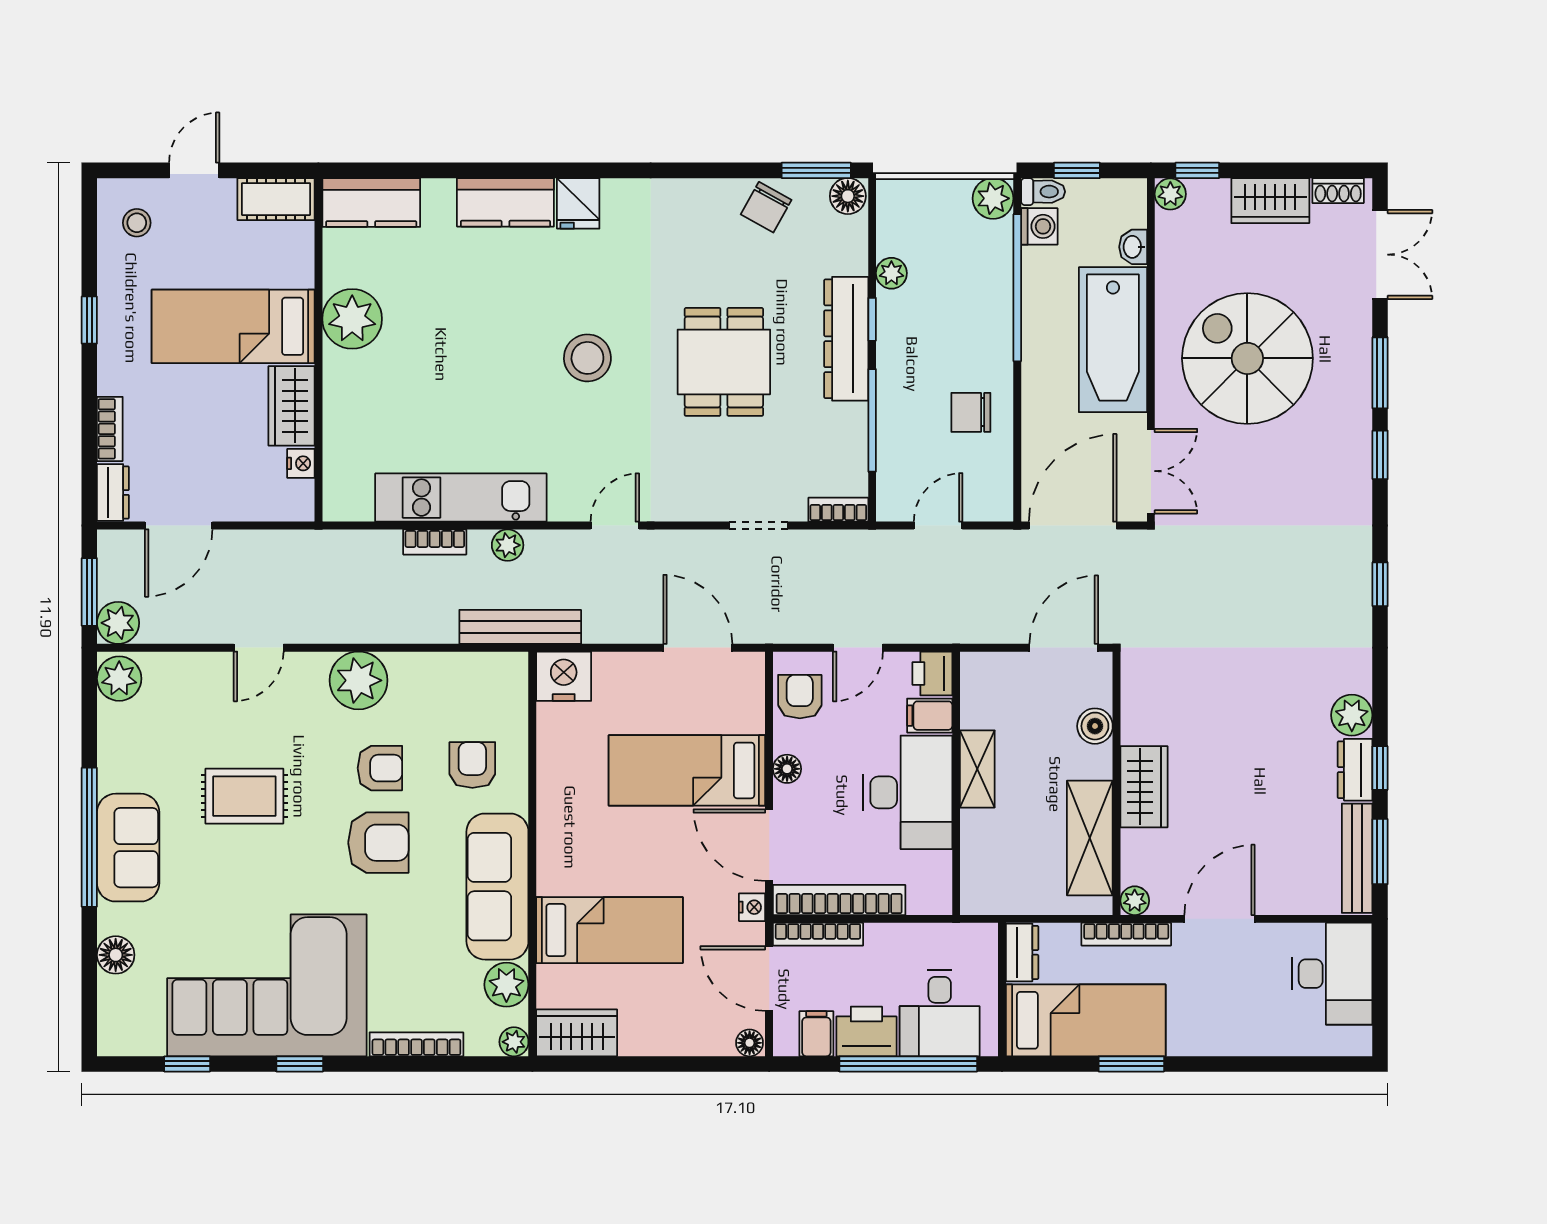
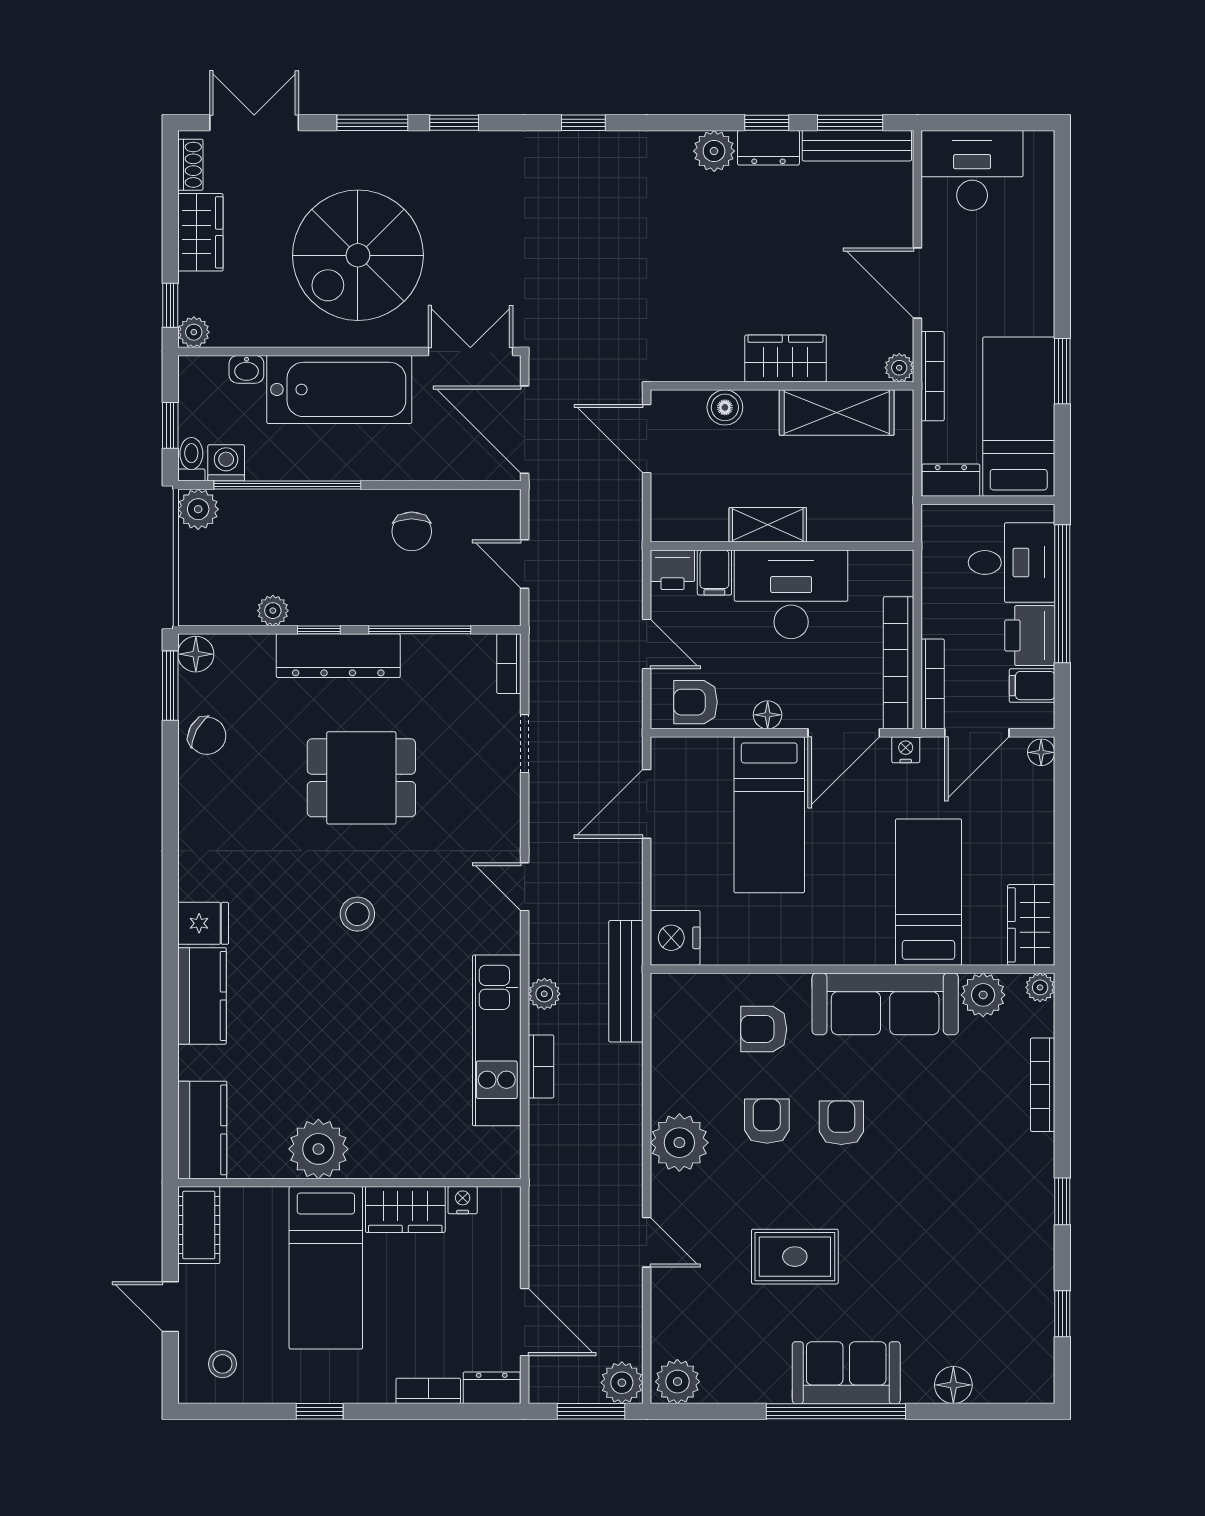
stool: (587, 358) -> (357, 914), width x0.73, depth x0.73
rug: (244, 796) -> (795, 1257), turned 90
armchair: (378, 843) -> (841, 1123), width x0.72, depth x0.72
corner sofa: (267, 985) -> (984, 1234), removed

